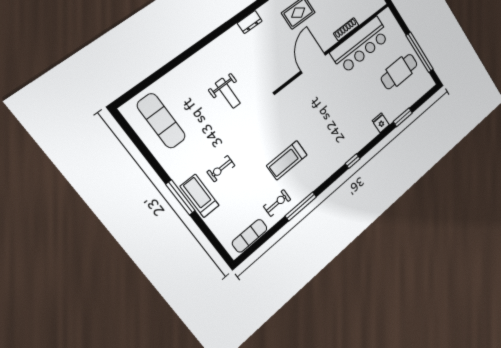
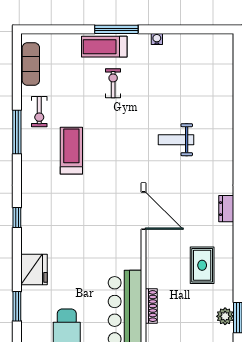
door: (313, 63) -> (143, 211), moved
exercise mat: (161, 121) -> (196, 62), removed
fridge: (381, 123) -> (34, 269), width x1.88, depth x1.34
water cooler: (165, 163) -> (157, 39), added
treadmill: (200, 196) -> (104, 47), turned 180

